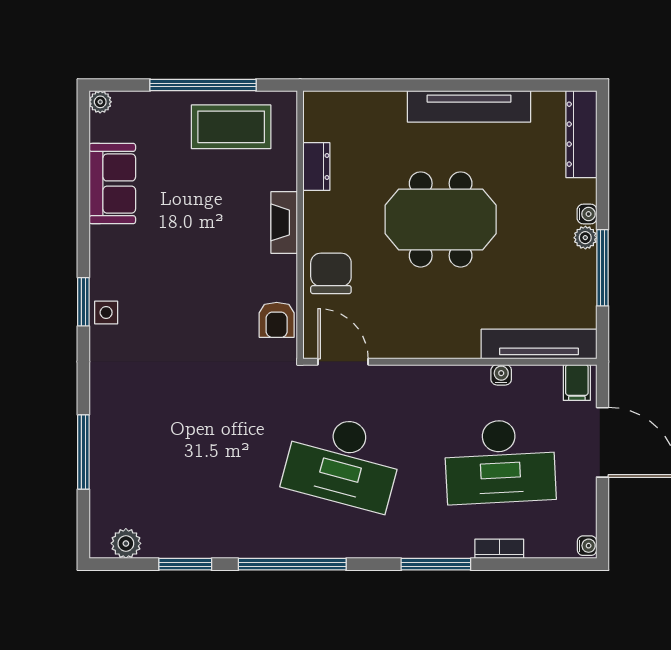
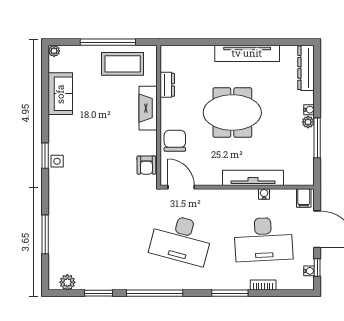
fireplace: (284, 222) -> (148, 108), width x1.37, depth x1.32
tv unit: (539, 344) -> (253, 178), moved
window: (602, 515) -> (317, 268), added
water cooler: (587, 546) -> (309, 271), moved

